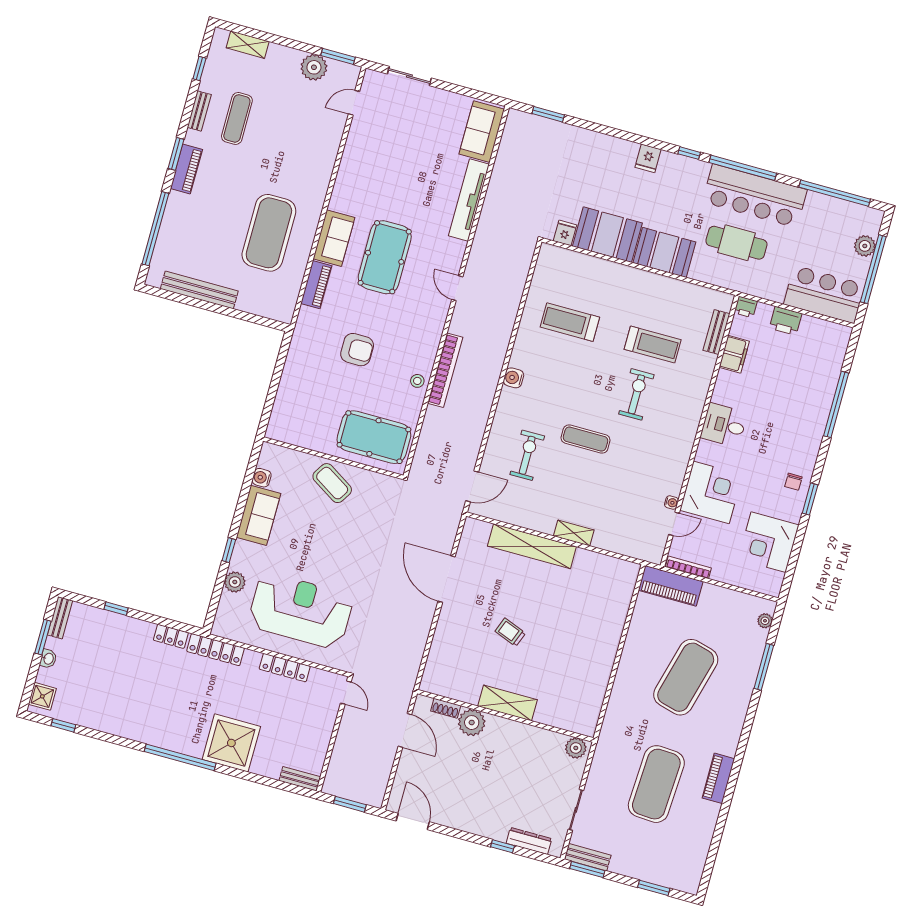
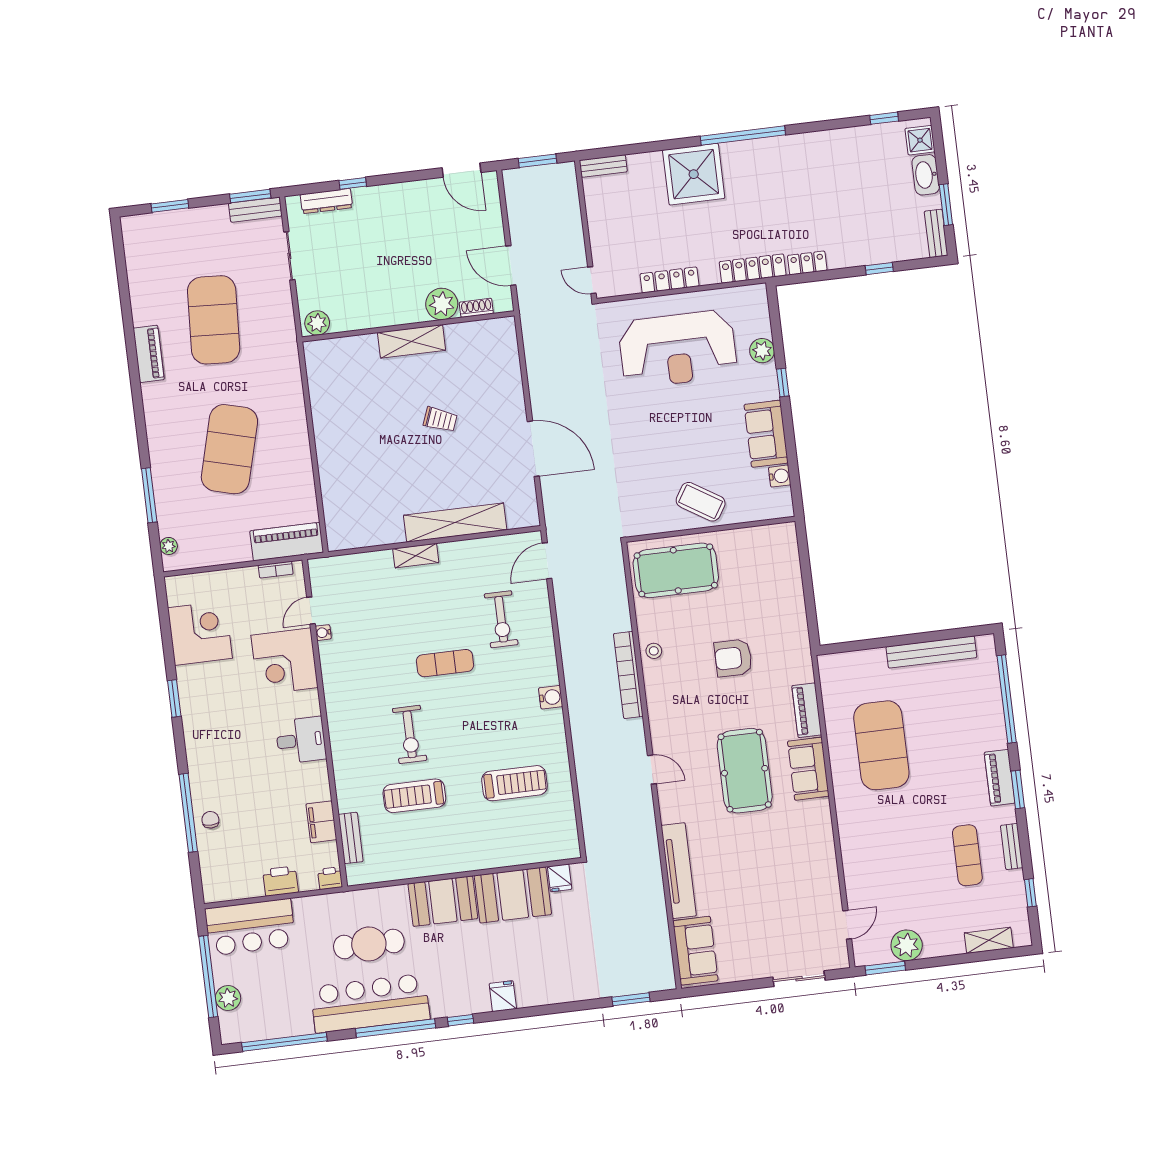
chair: (793, 482) -> (210, 820), moved
bookcase: (688, 567) -> (276, 570), width x0.64
washbasin: (48, 659) -> (926, 175), width x1.91, depth x1.45

